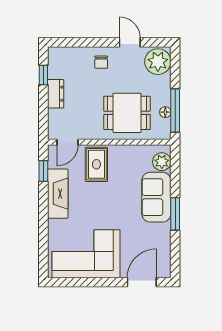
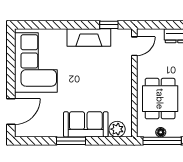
door: (68, 142) -> (134, 46), swing flipped
rug: (96, 164) -> (115, 72), removed
door: (142, 282) -> (11, 112), hinge flipped

